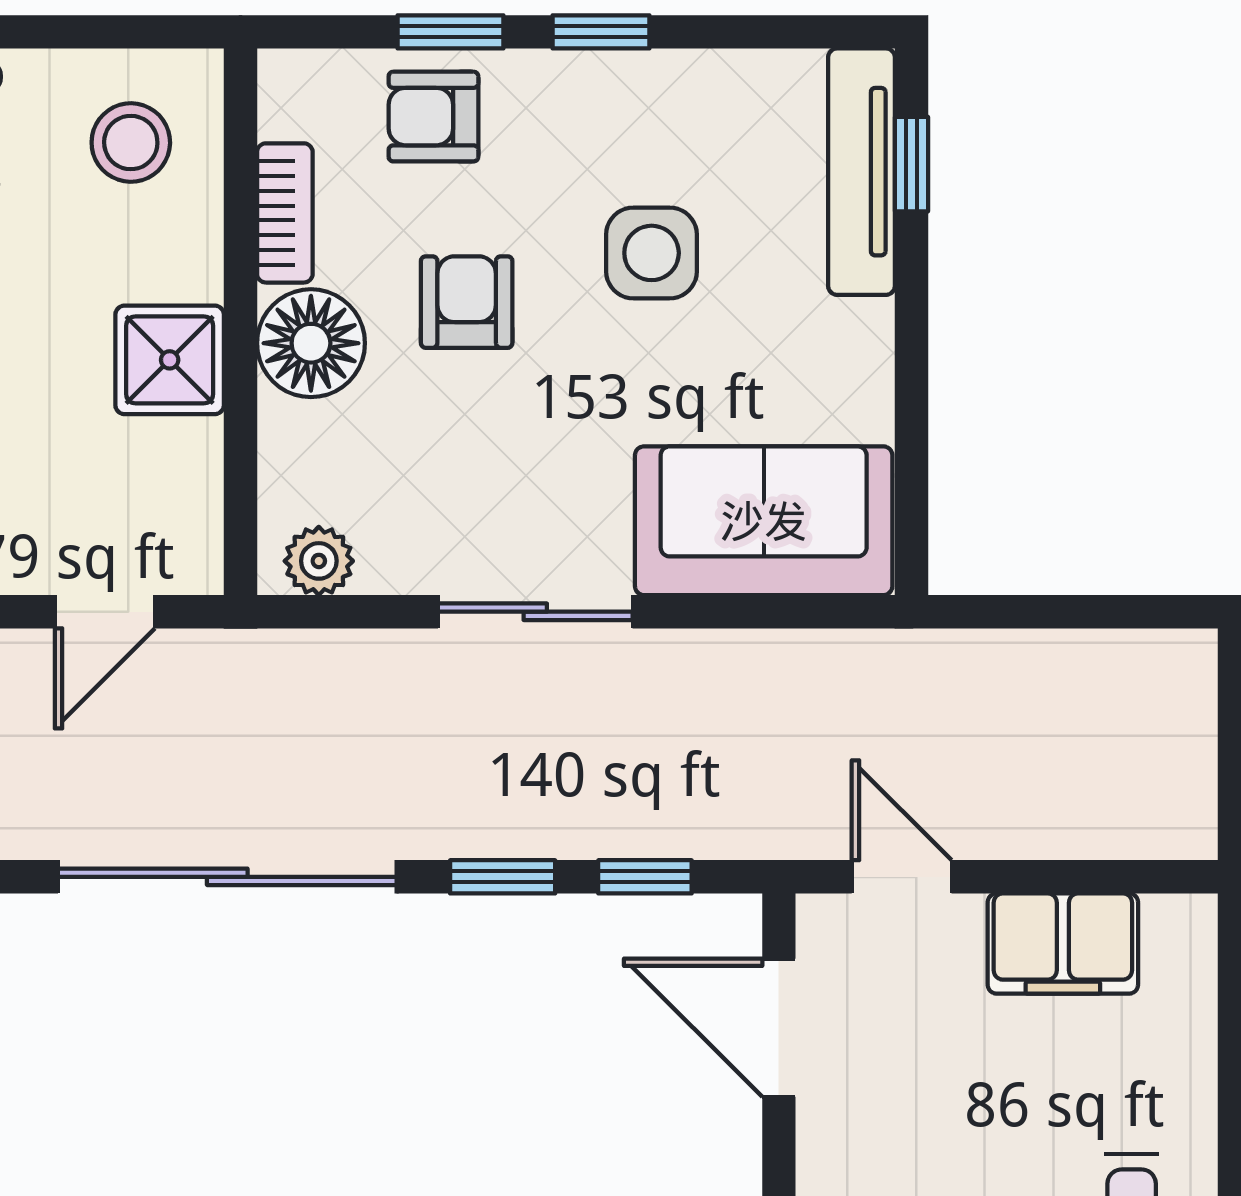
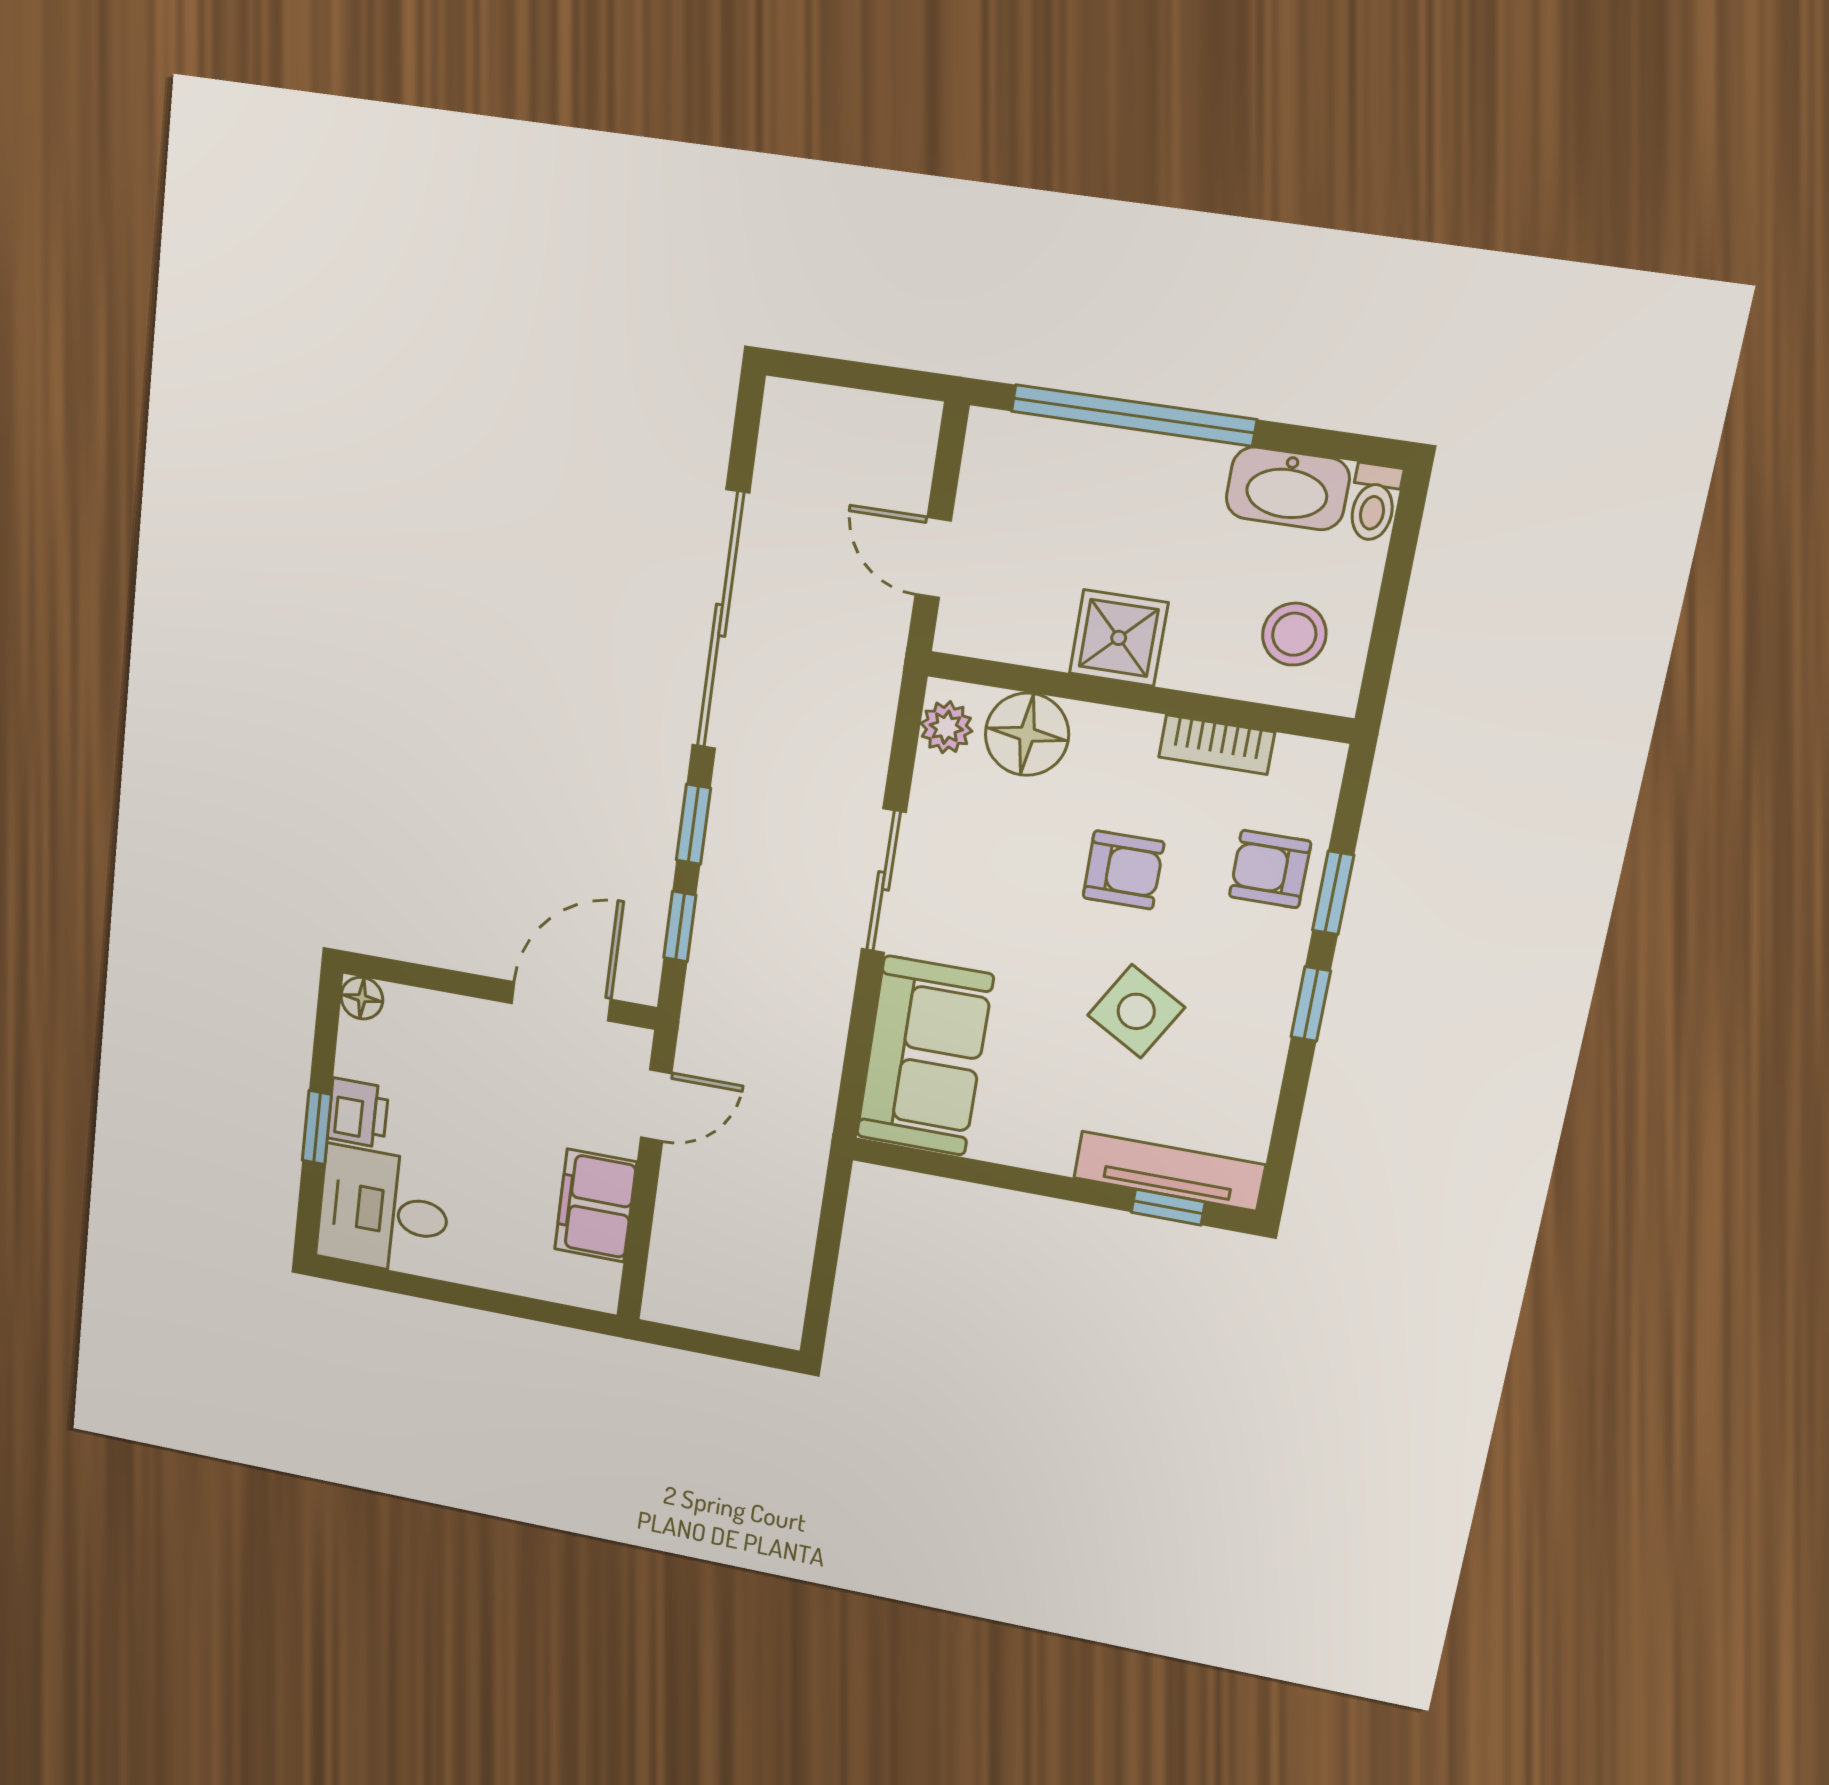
armchair: (433, 117) -> (1270, 869), turned -90
side table: (652, 253) -> (1136, 1011), turned 30
floor lamp: (311, 343) -> (1027, 734), moved

